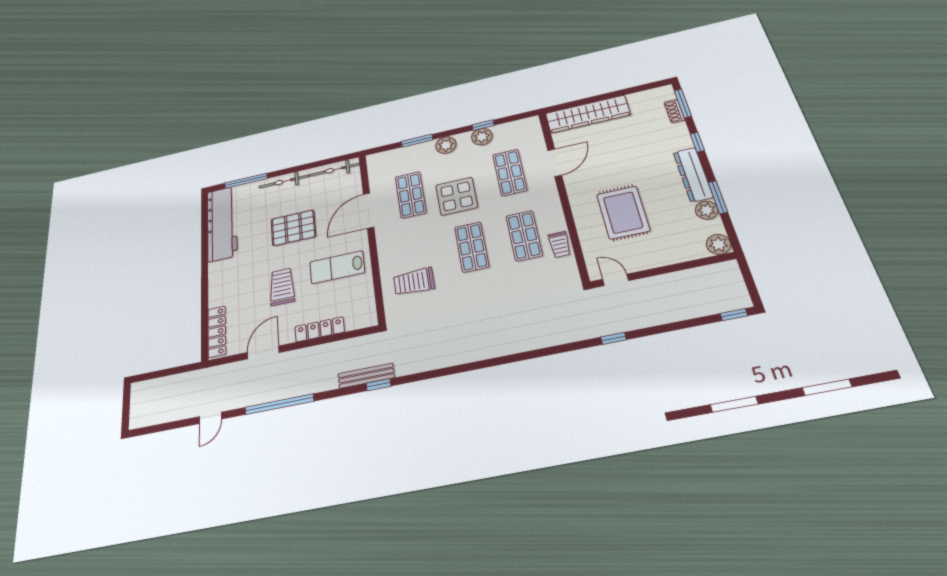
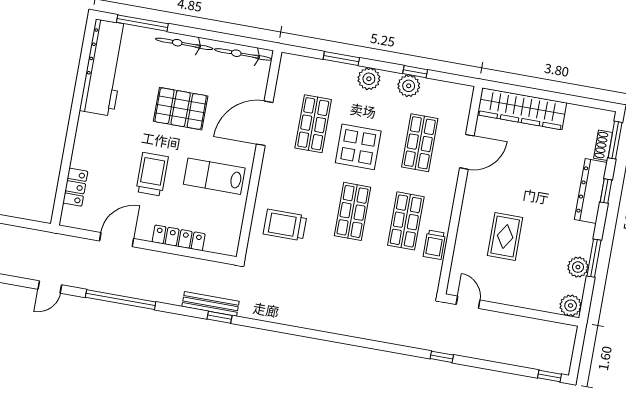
dresser: (693, 175) -> (591, 191), moved
rug: (623, 213) -> (505, 237), width x0.73, depth x0.70
locker: (217, 332) -> (75, 187), width x0.66

